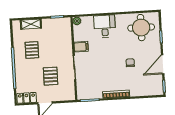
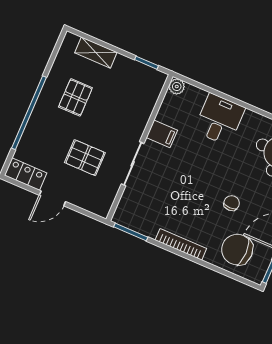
pallet: (51, 76) -> (85, 158), turned 90
chair: (144, 83) -> (237, 250), added

